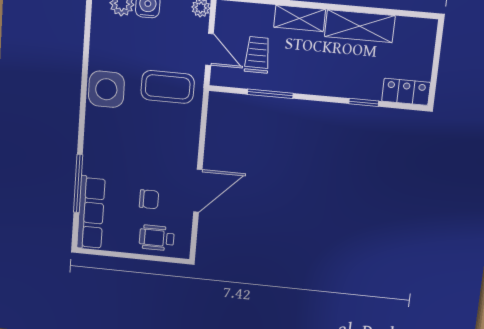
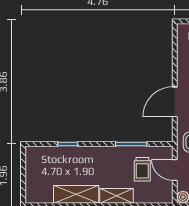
locker: (406, 92) -> (41, 154), removed
door: (198, 191) -> (175, 102), moved

